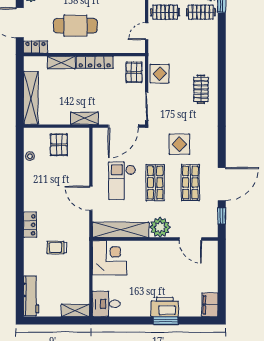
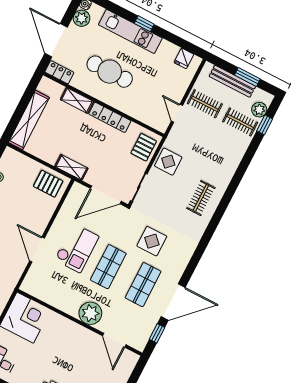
door: (147, 31) -> (177, 113), hinge flipped
pallet: (59, 145) -> (48, 184), moved, turned 90
checkout: (122, 181) -> (77, 248), turned 180
shelving: (121, 230) -> (50, 296), removed

